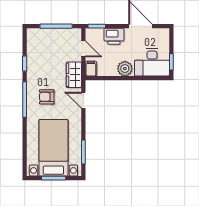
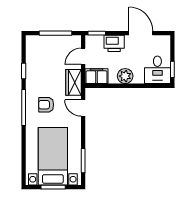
door: (83, 49) -> (83, 56), swing flipped
desk: (152, 62) -> (157, 70), width x0.73
filing cabinet: (91, 69) -> (97, 76), width x2.00

